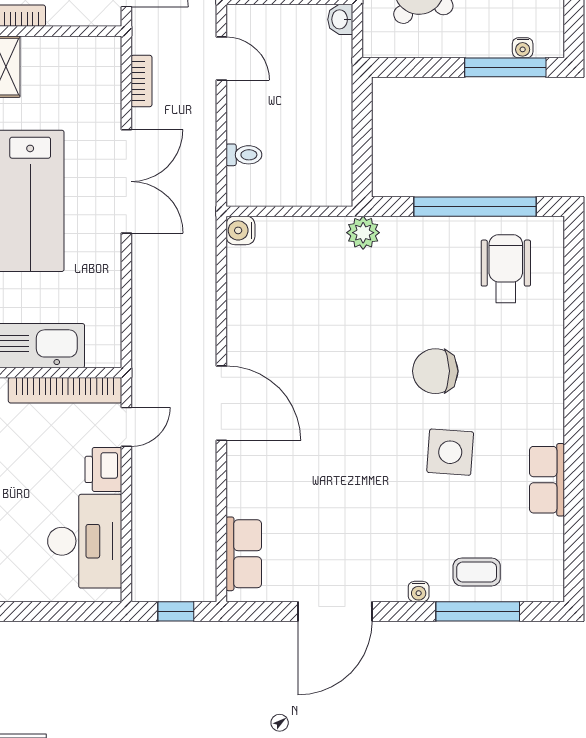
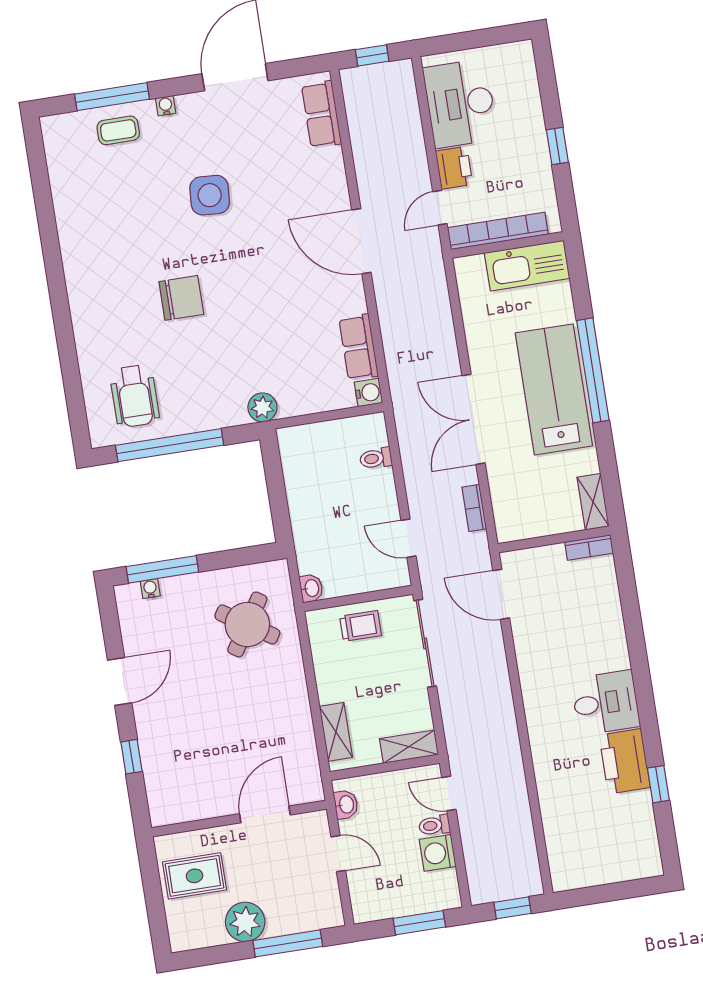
side table: (450, 452) -> (210, 195), moved
row of seats: (547, 480) -> (359, 347), moved, turned 180

